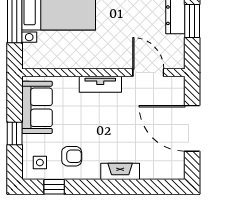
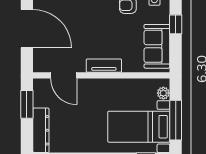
window: (192, 21) -> (27, 104), moved
plant: (29, 51) -> (163, 93), added

